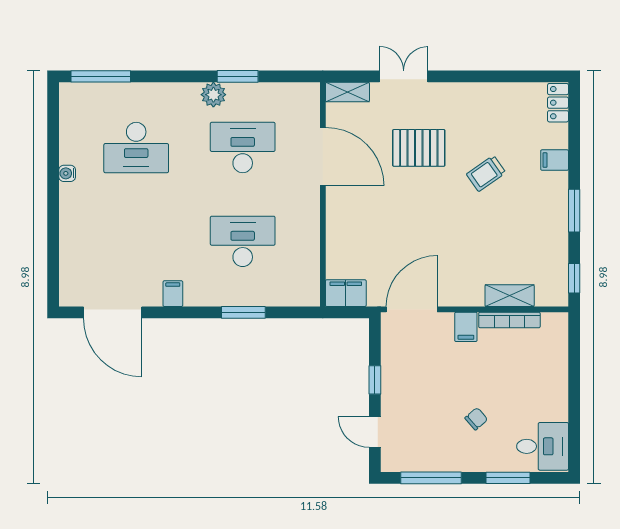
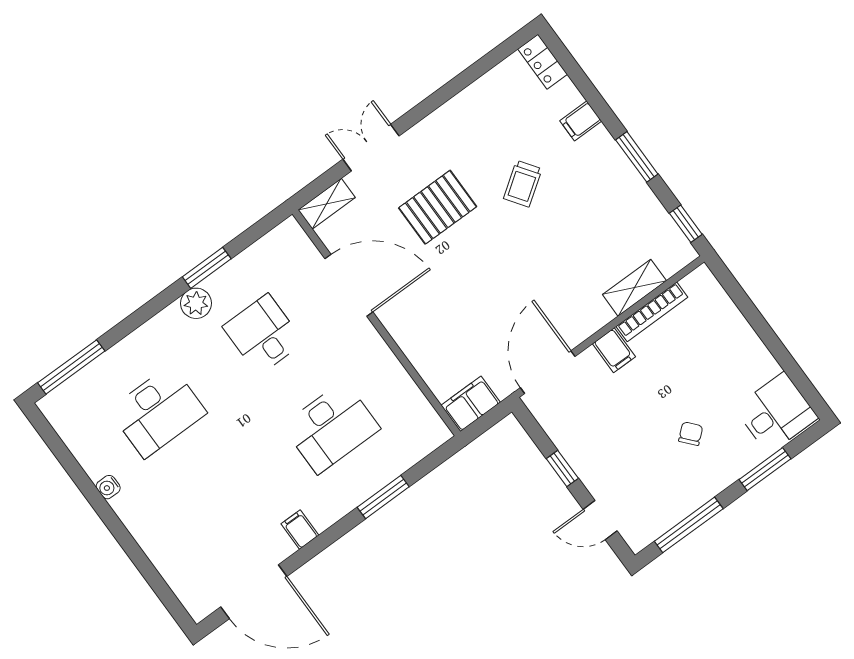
desk: (243, 148) -> (263, 334), width x0.73
desk: (243, 241) -> (331, 427), turned 180

